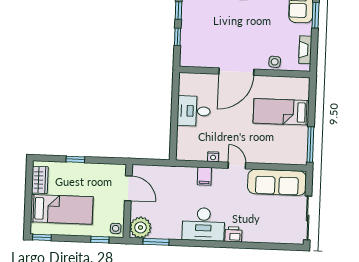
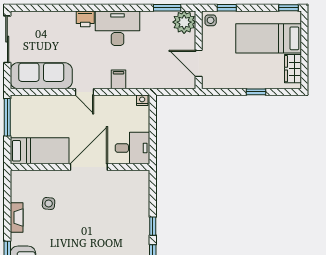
door: (236, 72) -> (89, 167), moved
wall: (245, 72) -> (80, 167), moved
nightstand: (213, 157) -> (142, 100), moved

